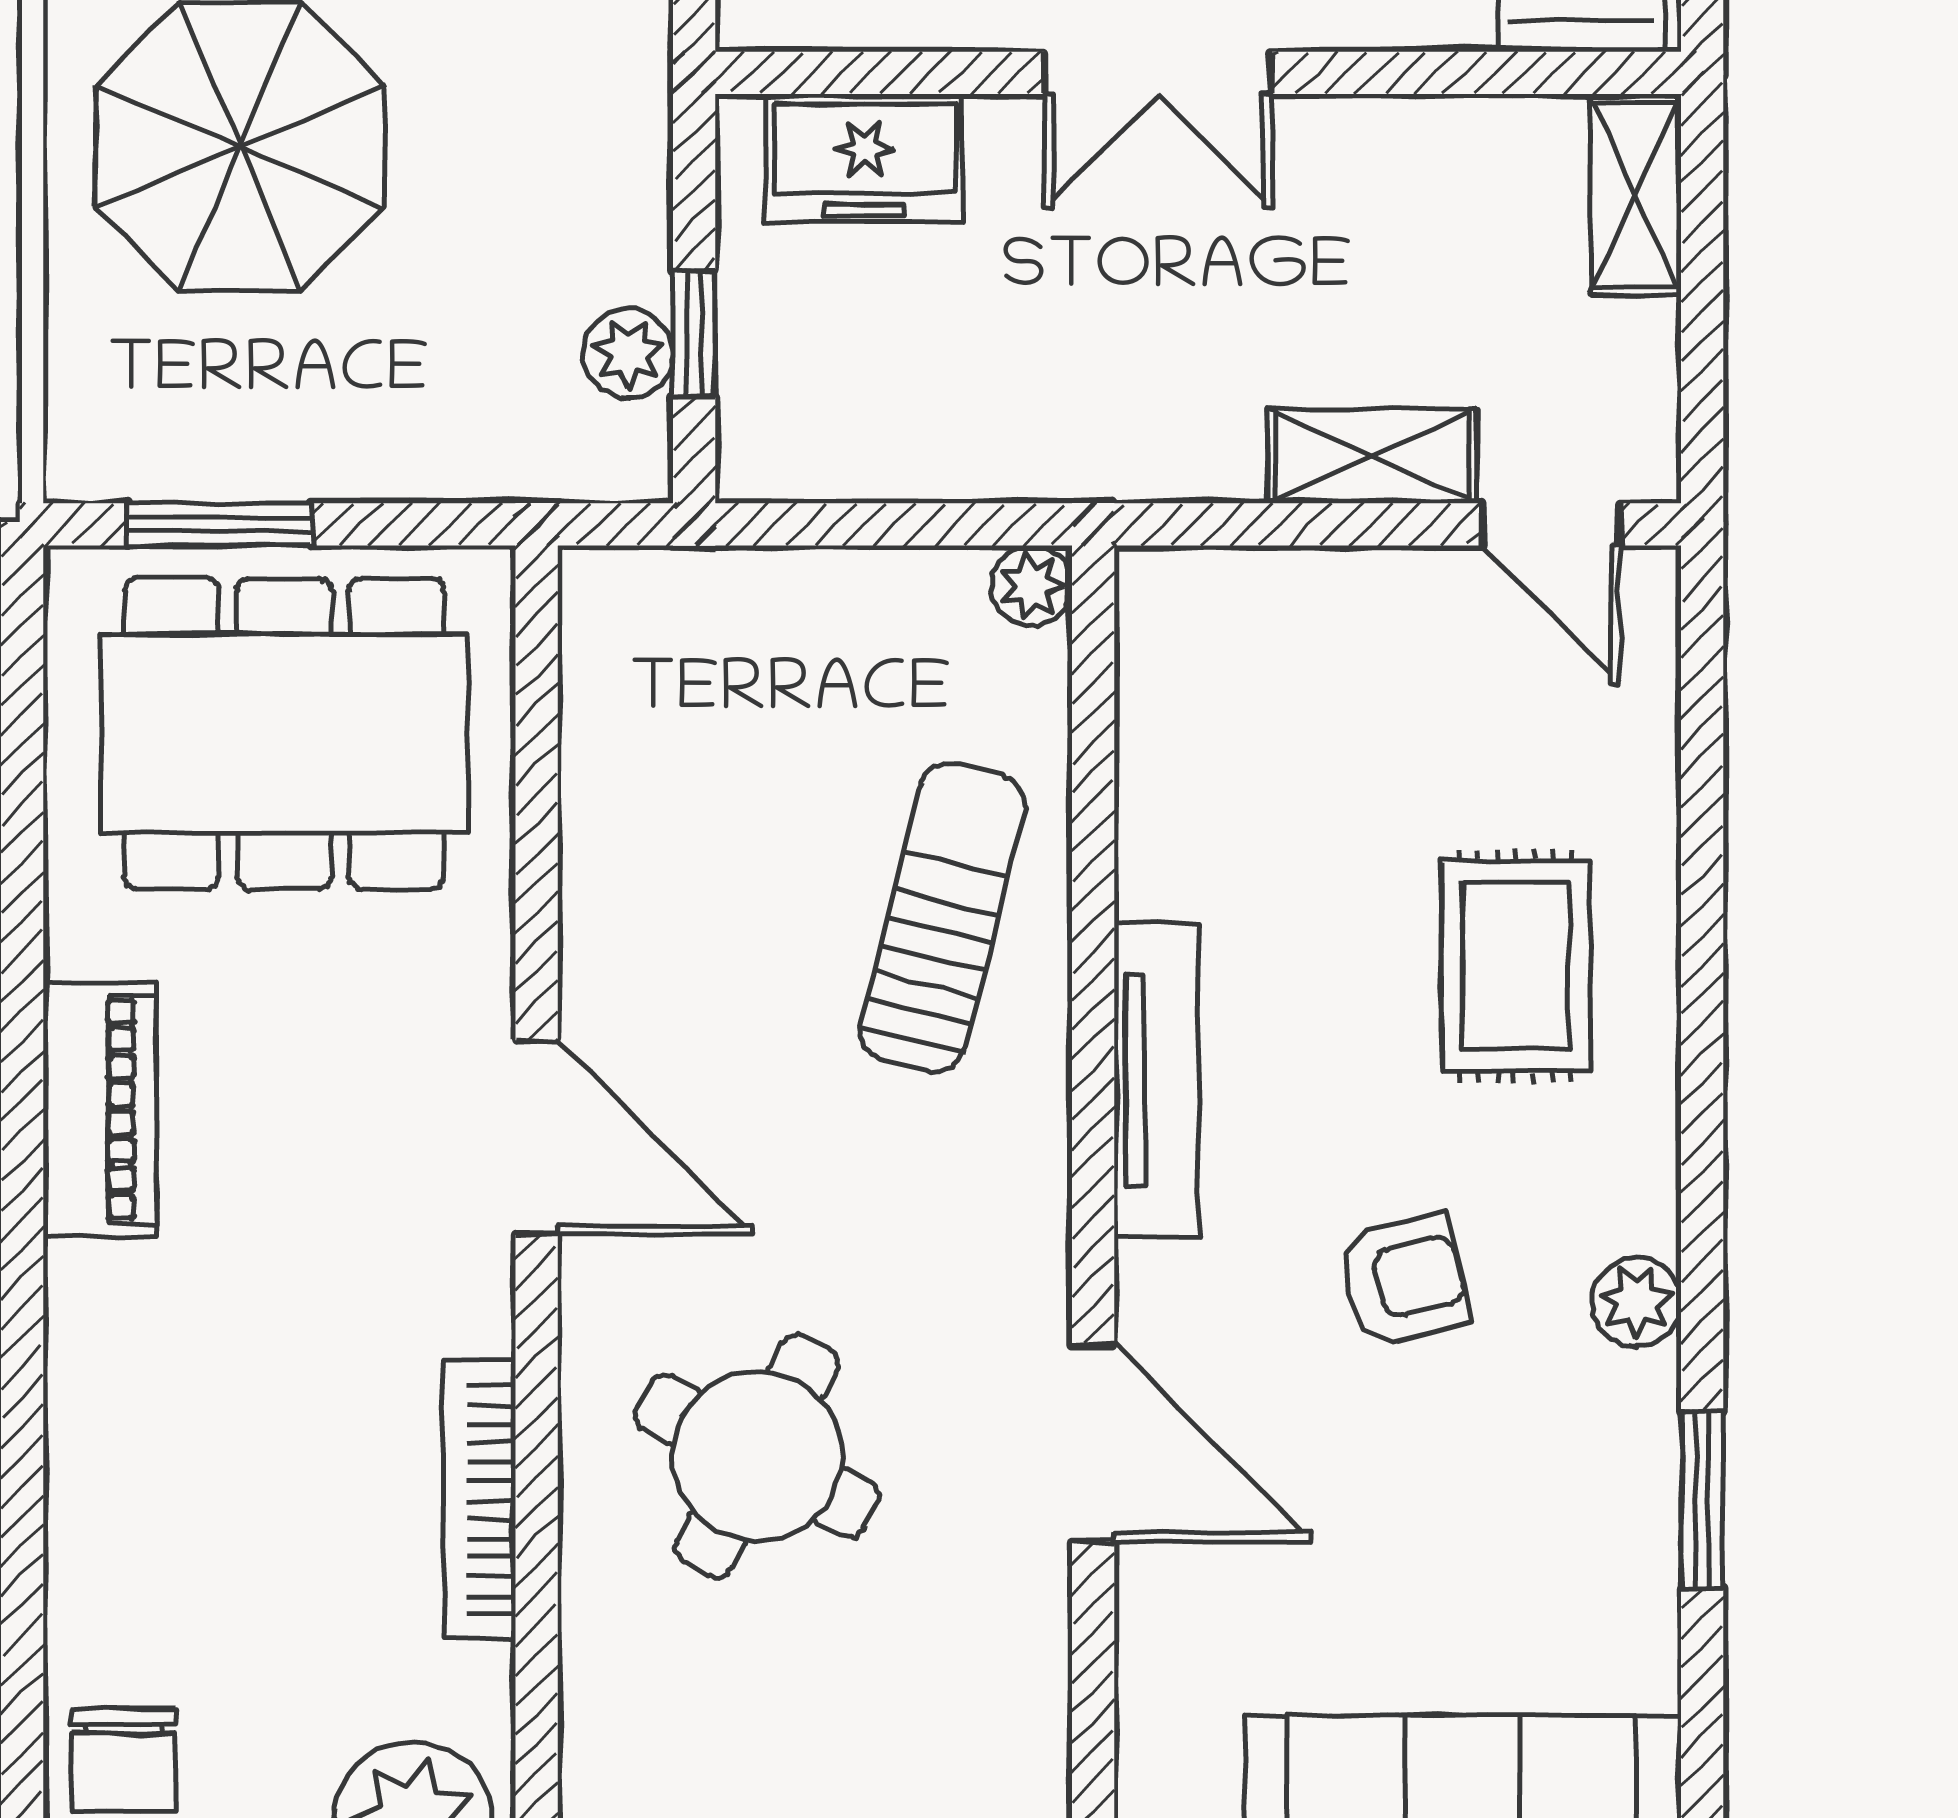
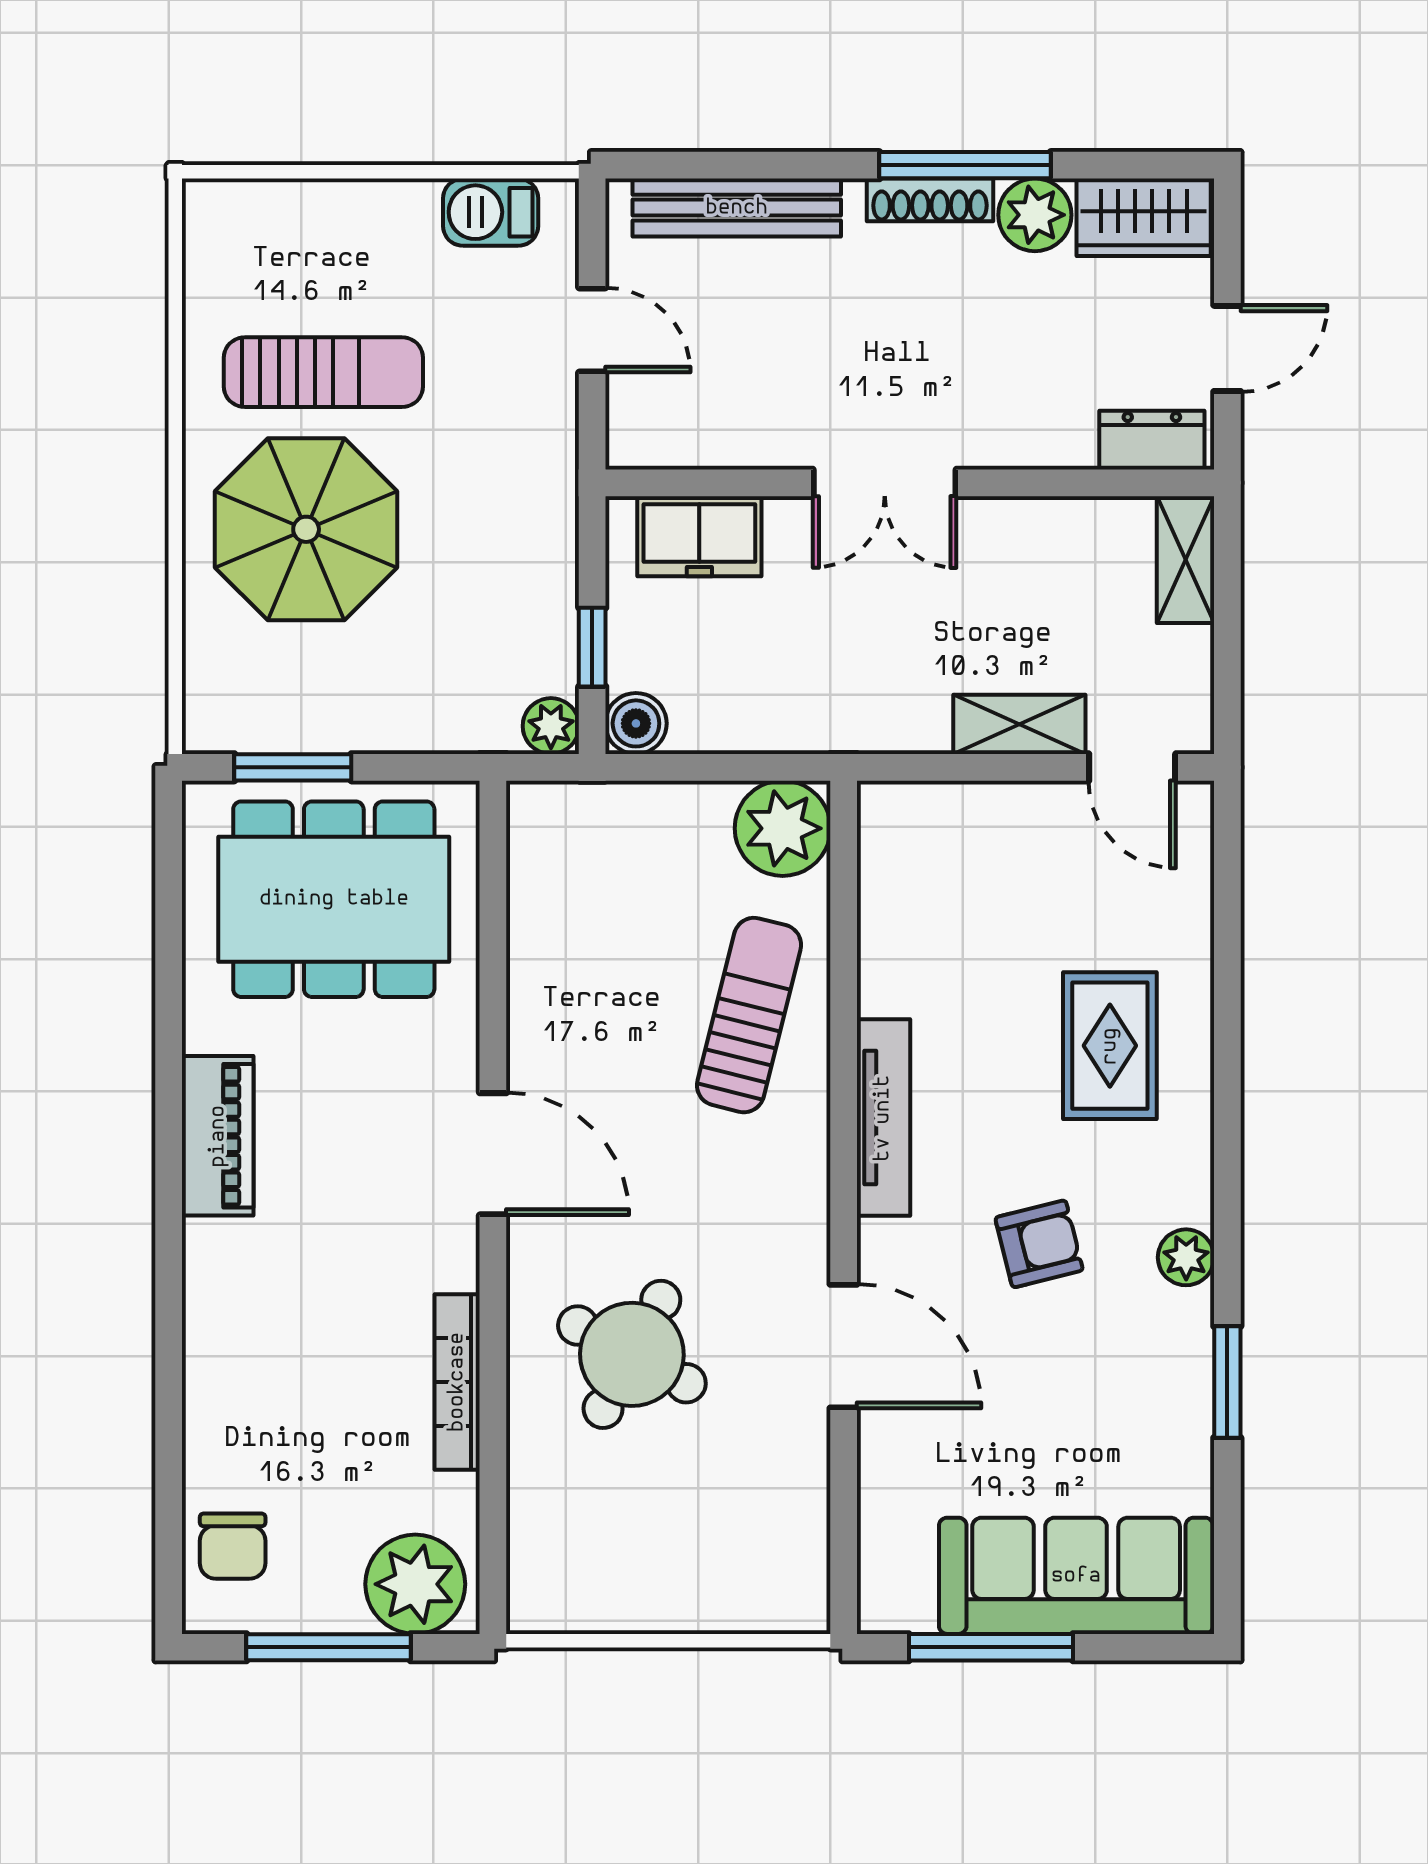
plant: (629, 354) -> (551, 726), moved
boiler: (764, 455) -> (636, 723), added
plant: (1032, 586) -> (783, 828), width x1.88, depth x1.88

